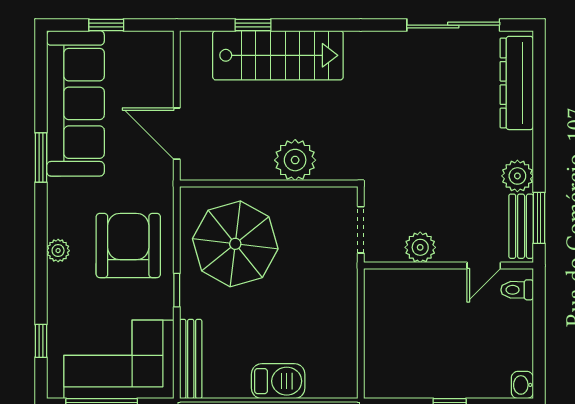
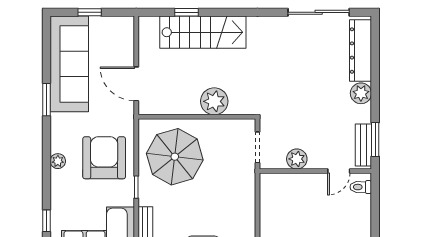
plant: (517, 176) -> (361, 93), moved

